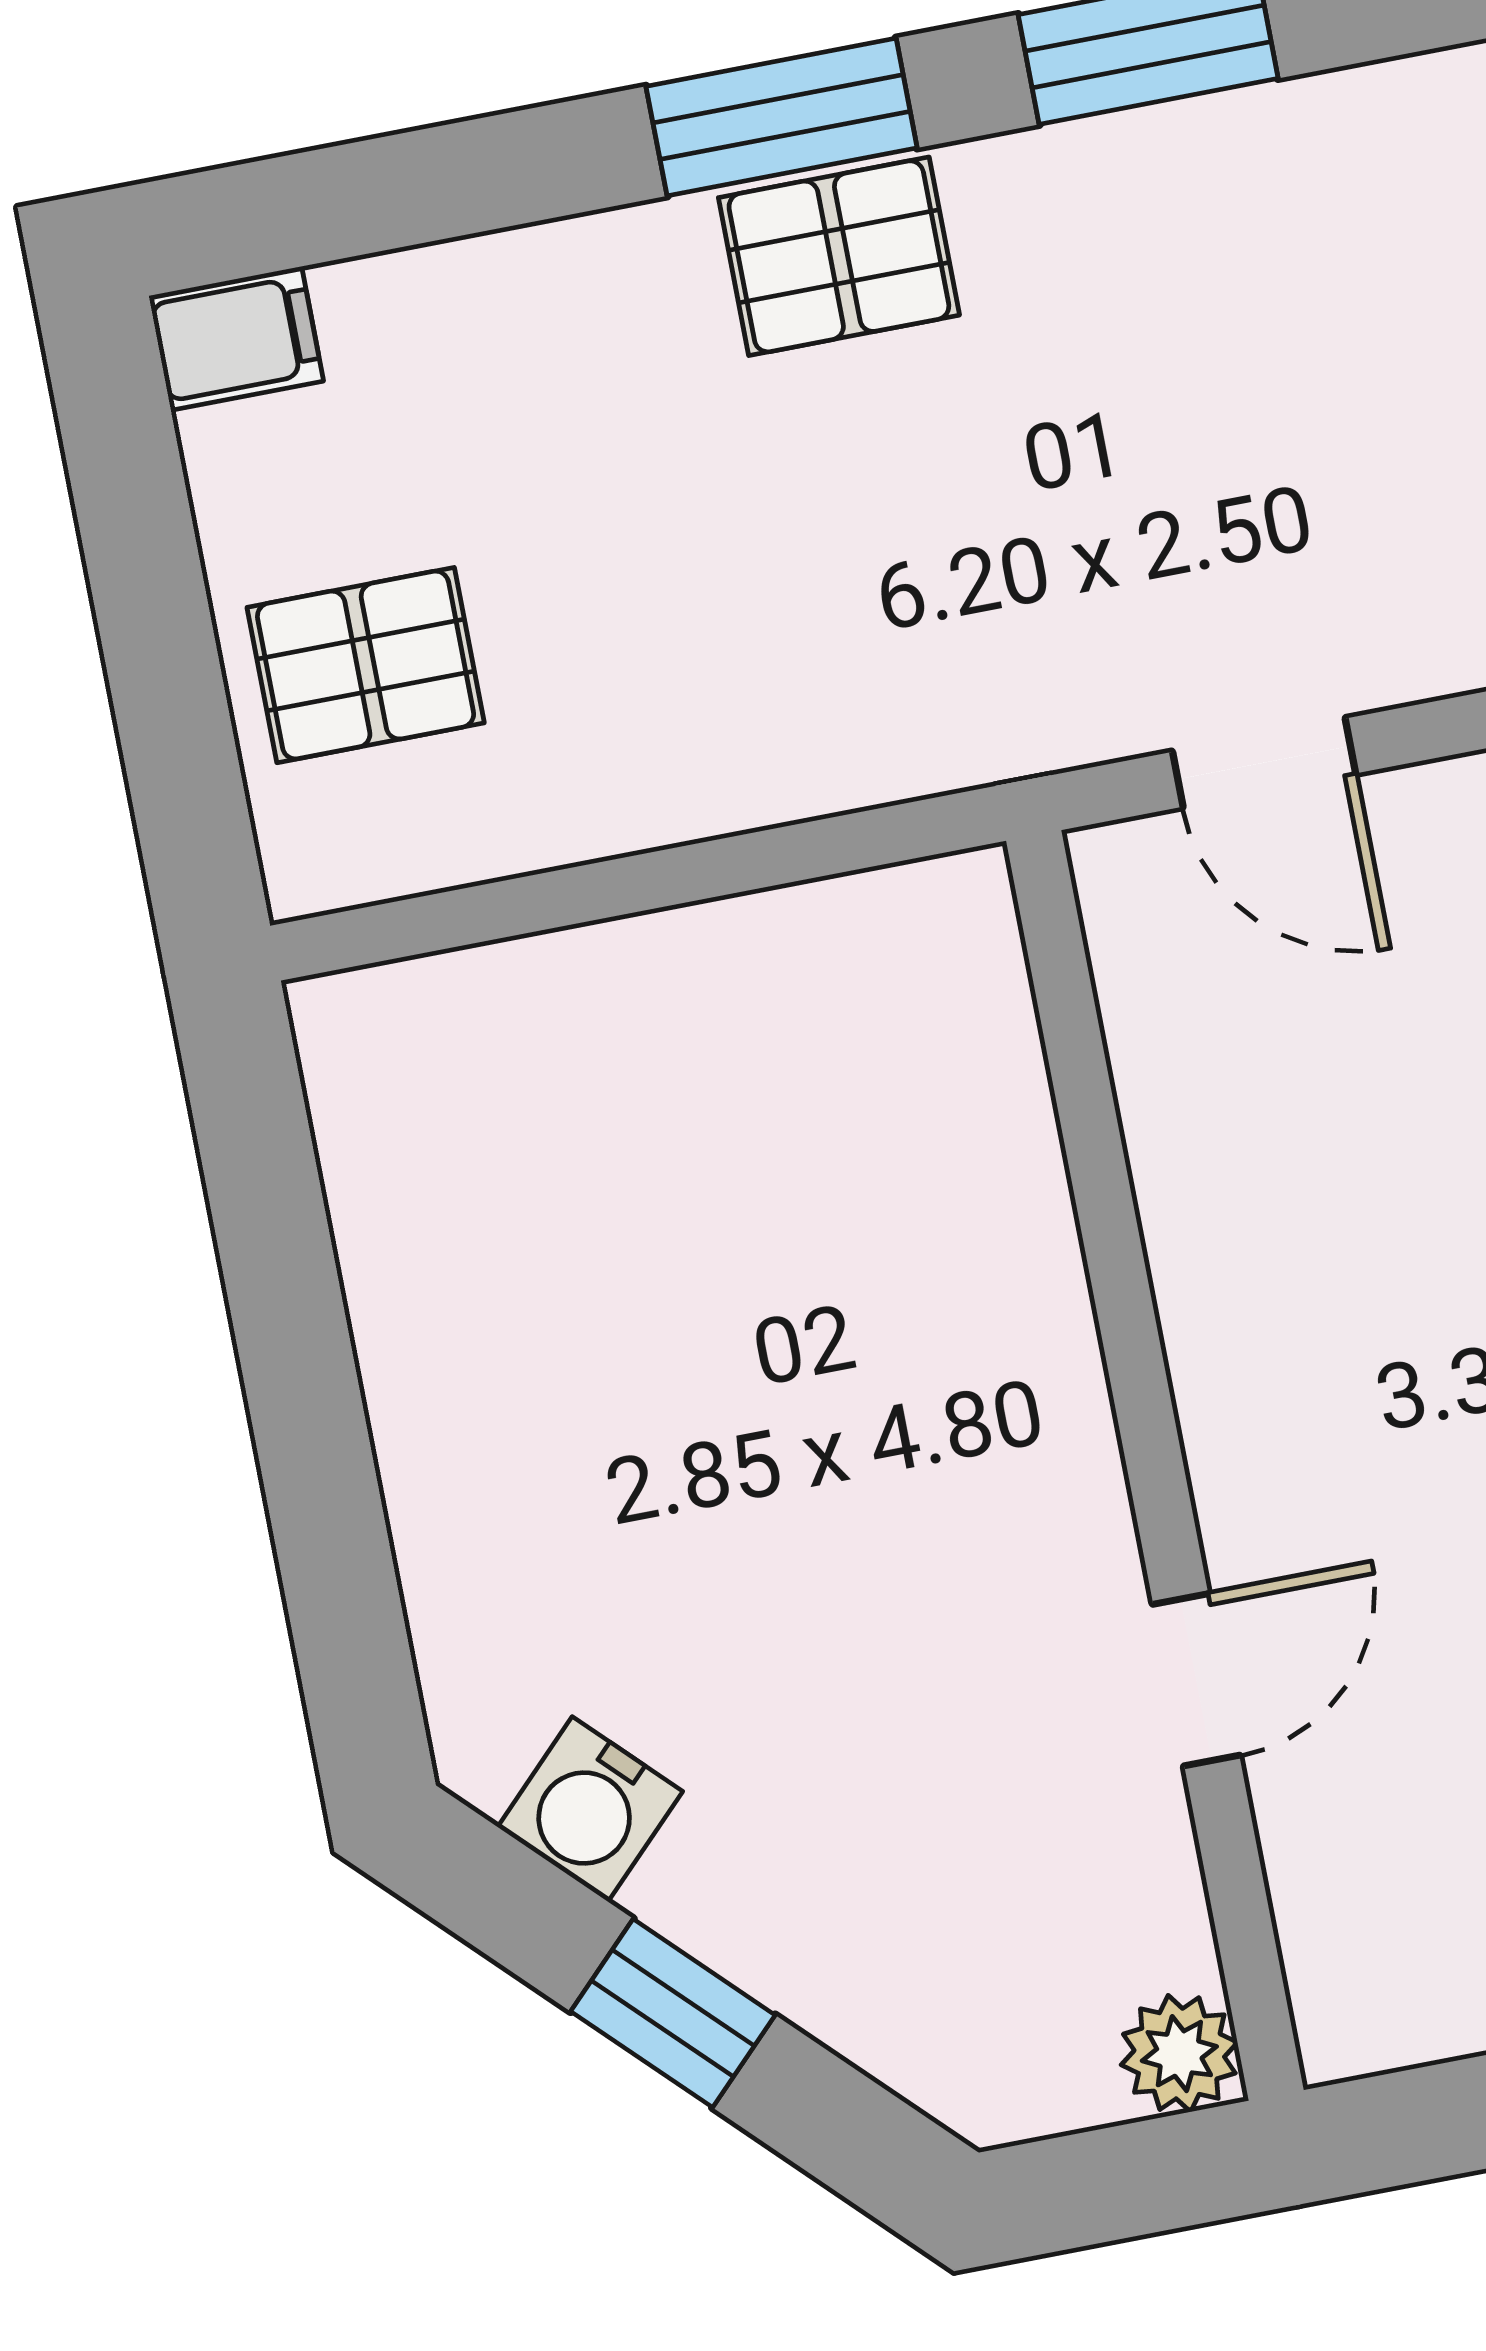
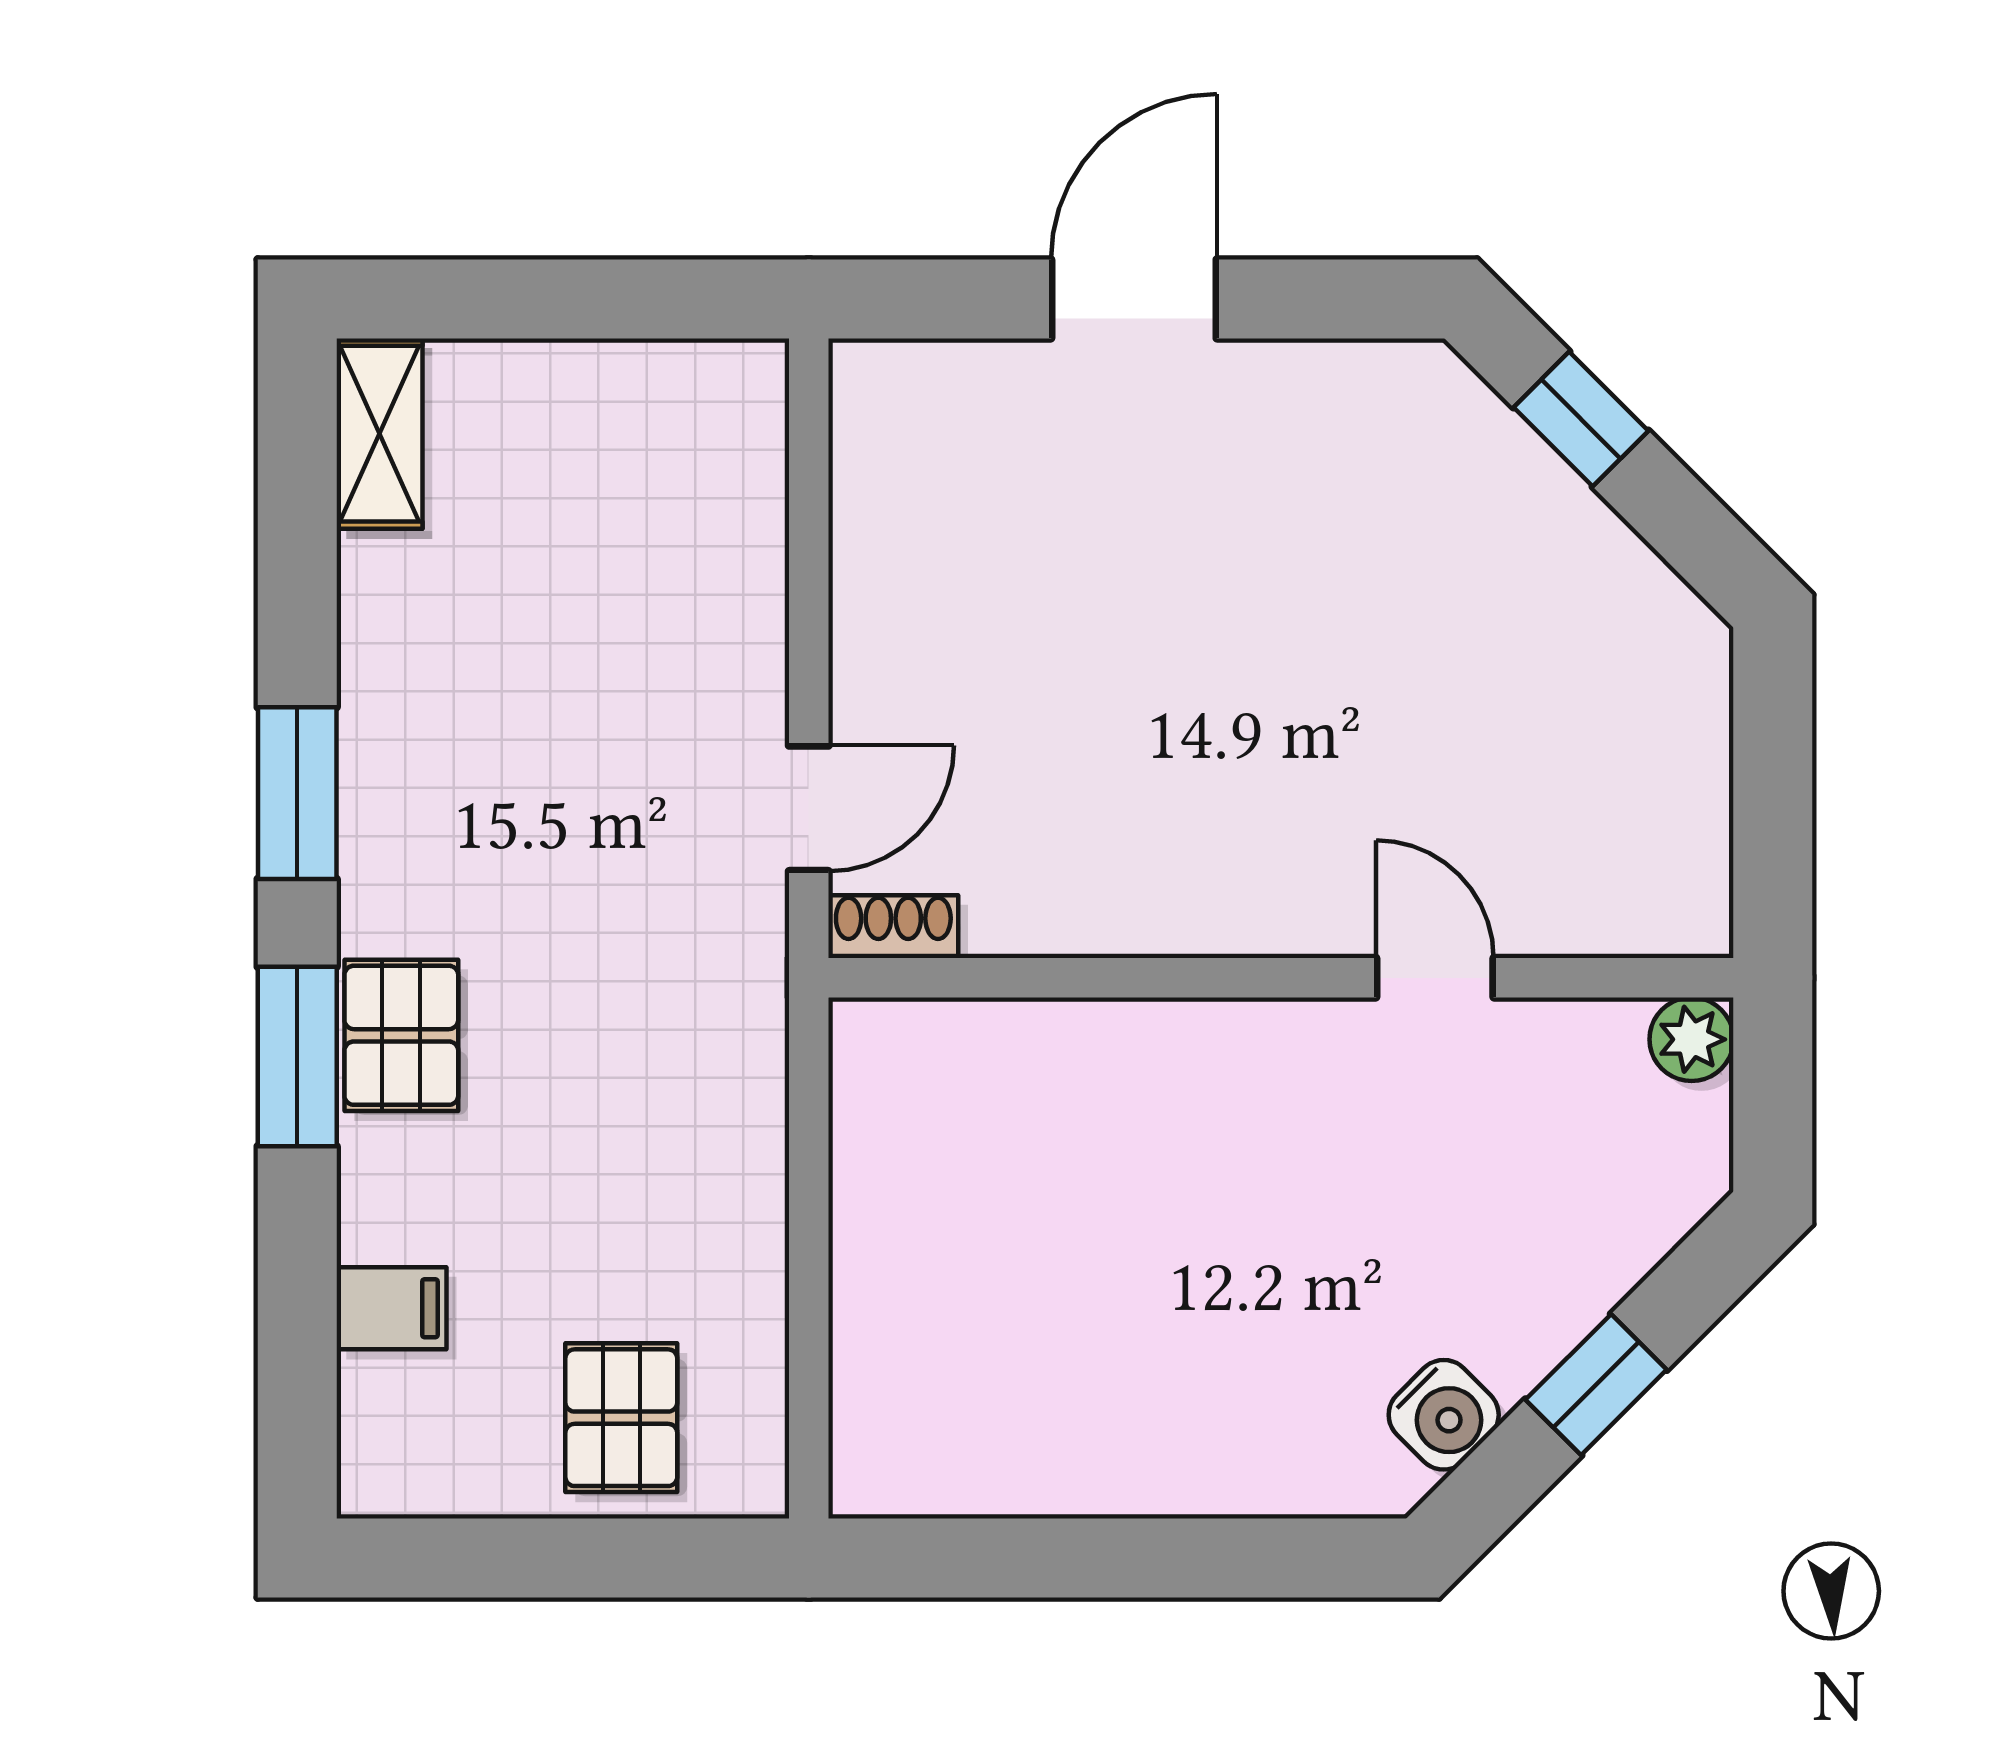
filing cabinet: (236, 338) -> (391, 1308), moved, turned 90
shoe rack: (1122, 912) -> (893, 927), added

